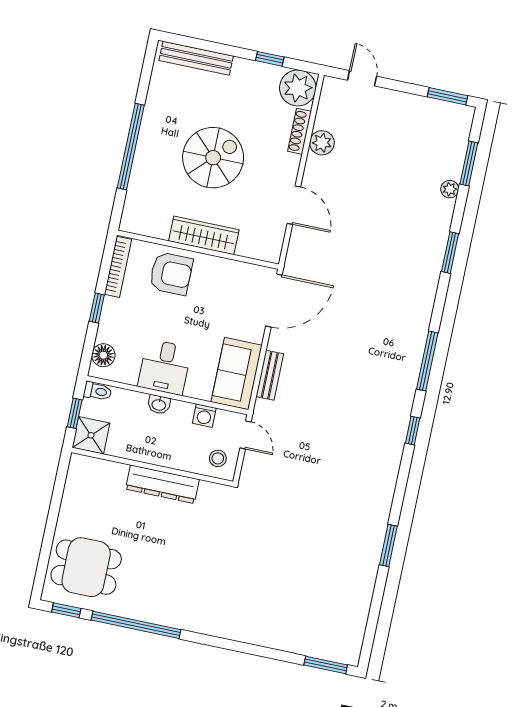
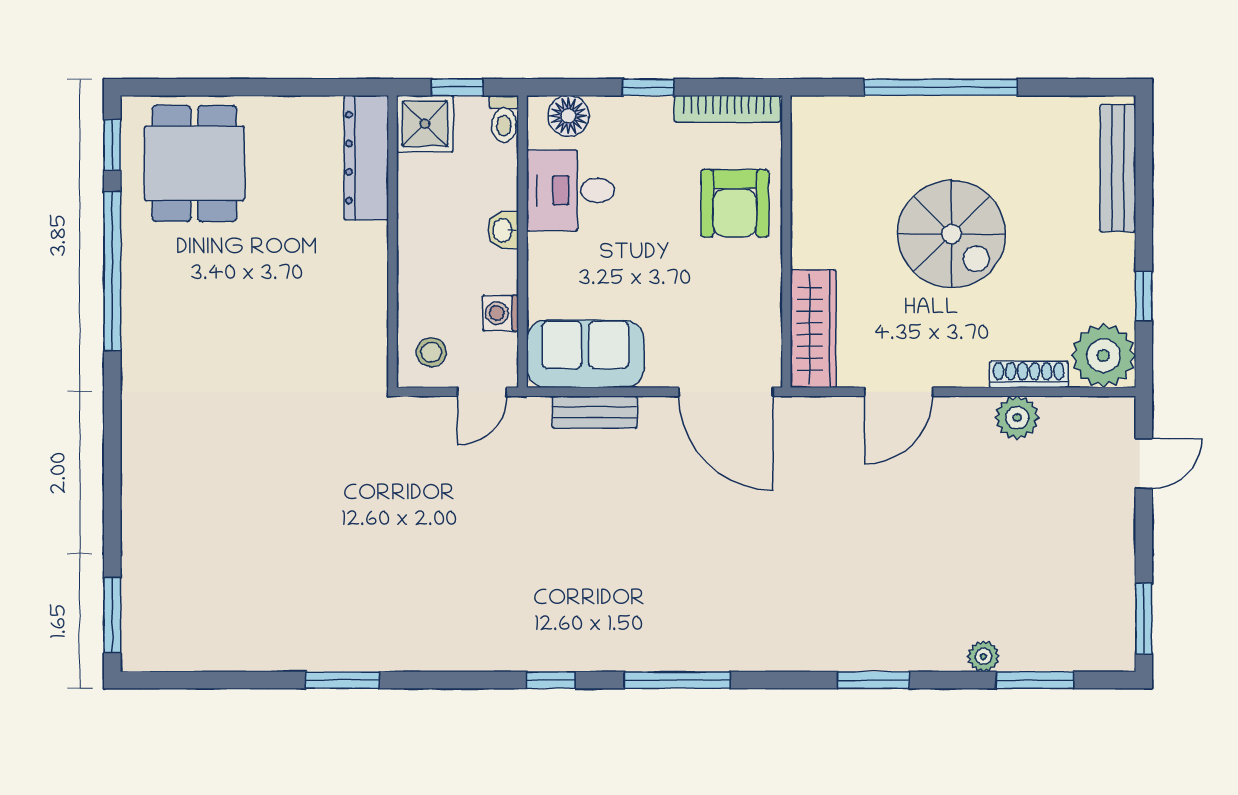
wardrobe: (204, 235) -> (813, 329), moved
desk: (165, 367) -> (570, 190), moved
dresser: (162, 484) -> (366, 158), moved

